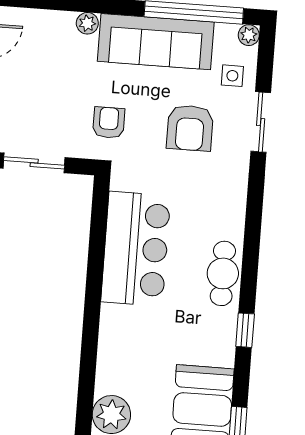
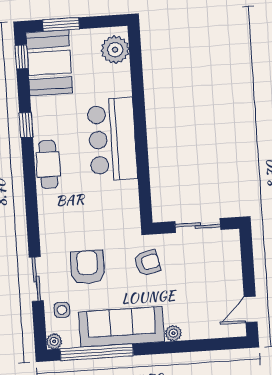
armchair: (109, 123) -> (147, 263), turned -103
bar counter: (136, 249) -> (112, 139), moved

